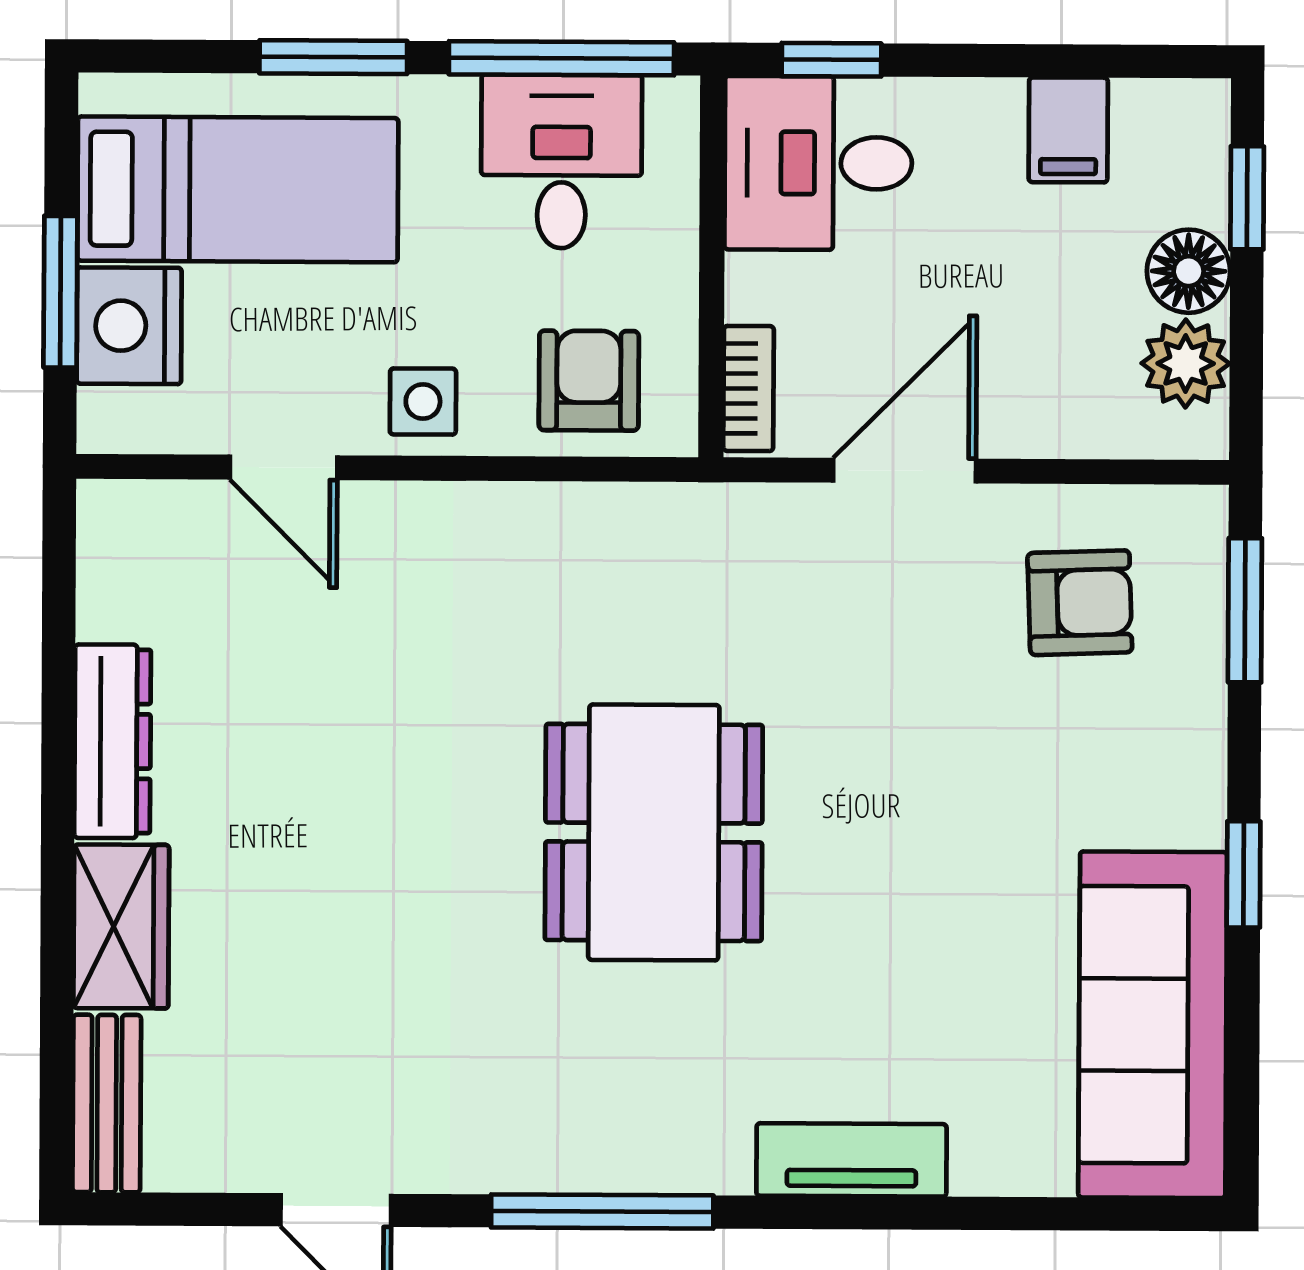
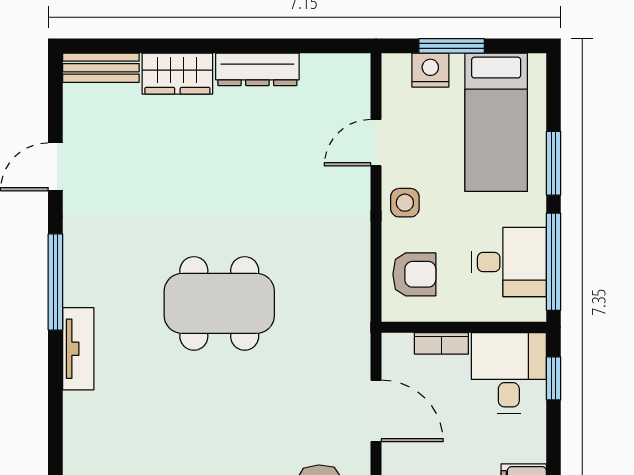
nightstand: (129, 326) -> (430, 70), width x0.74, depth x0.75
bookcase: (749, 388) -> (441, 343), moved
tv unit: (851, 1160) -> (78, 349), moved

